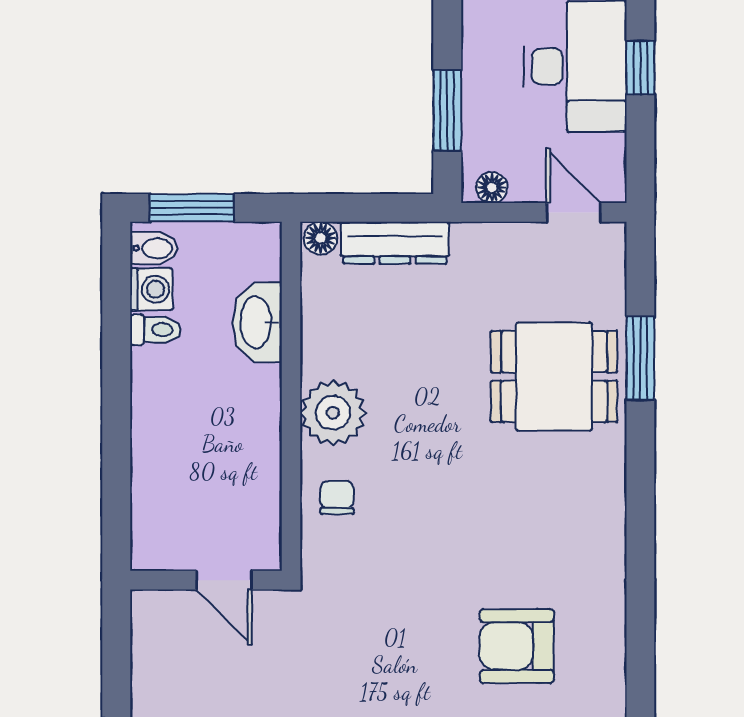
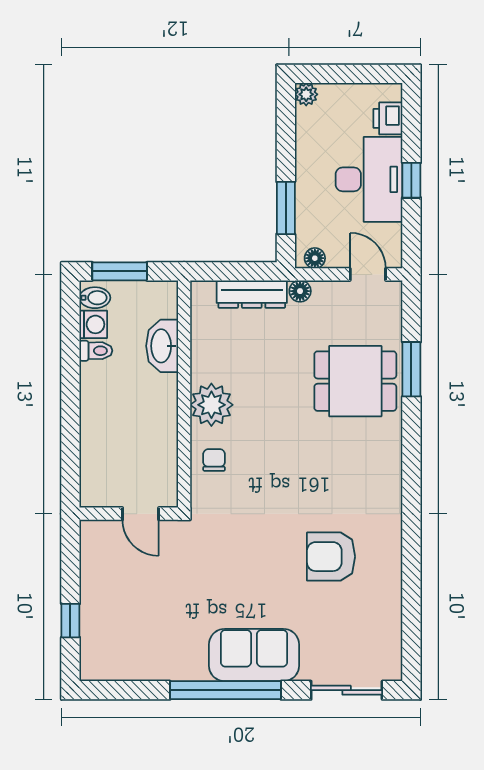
floor lamp: (321, 238) -> (300, 291), moved

